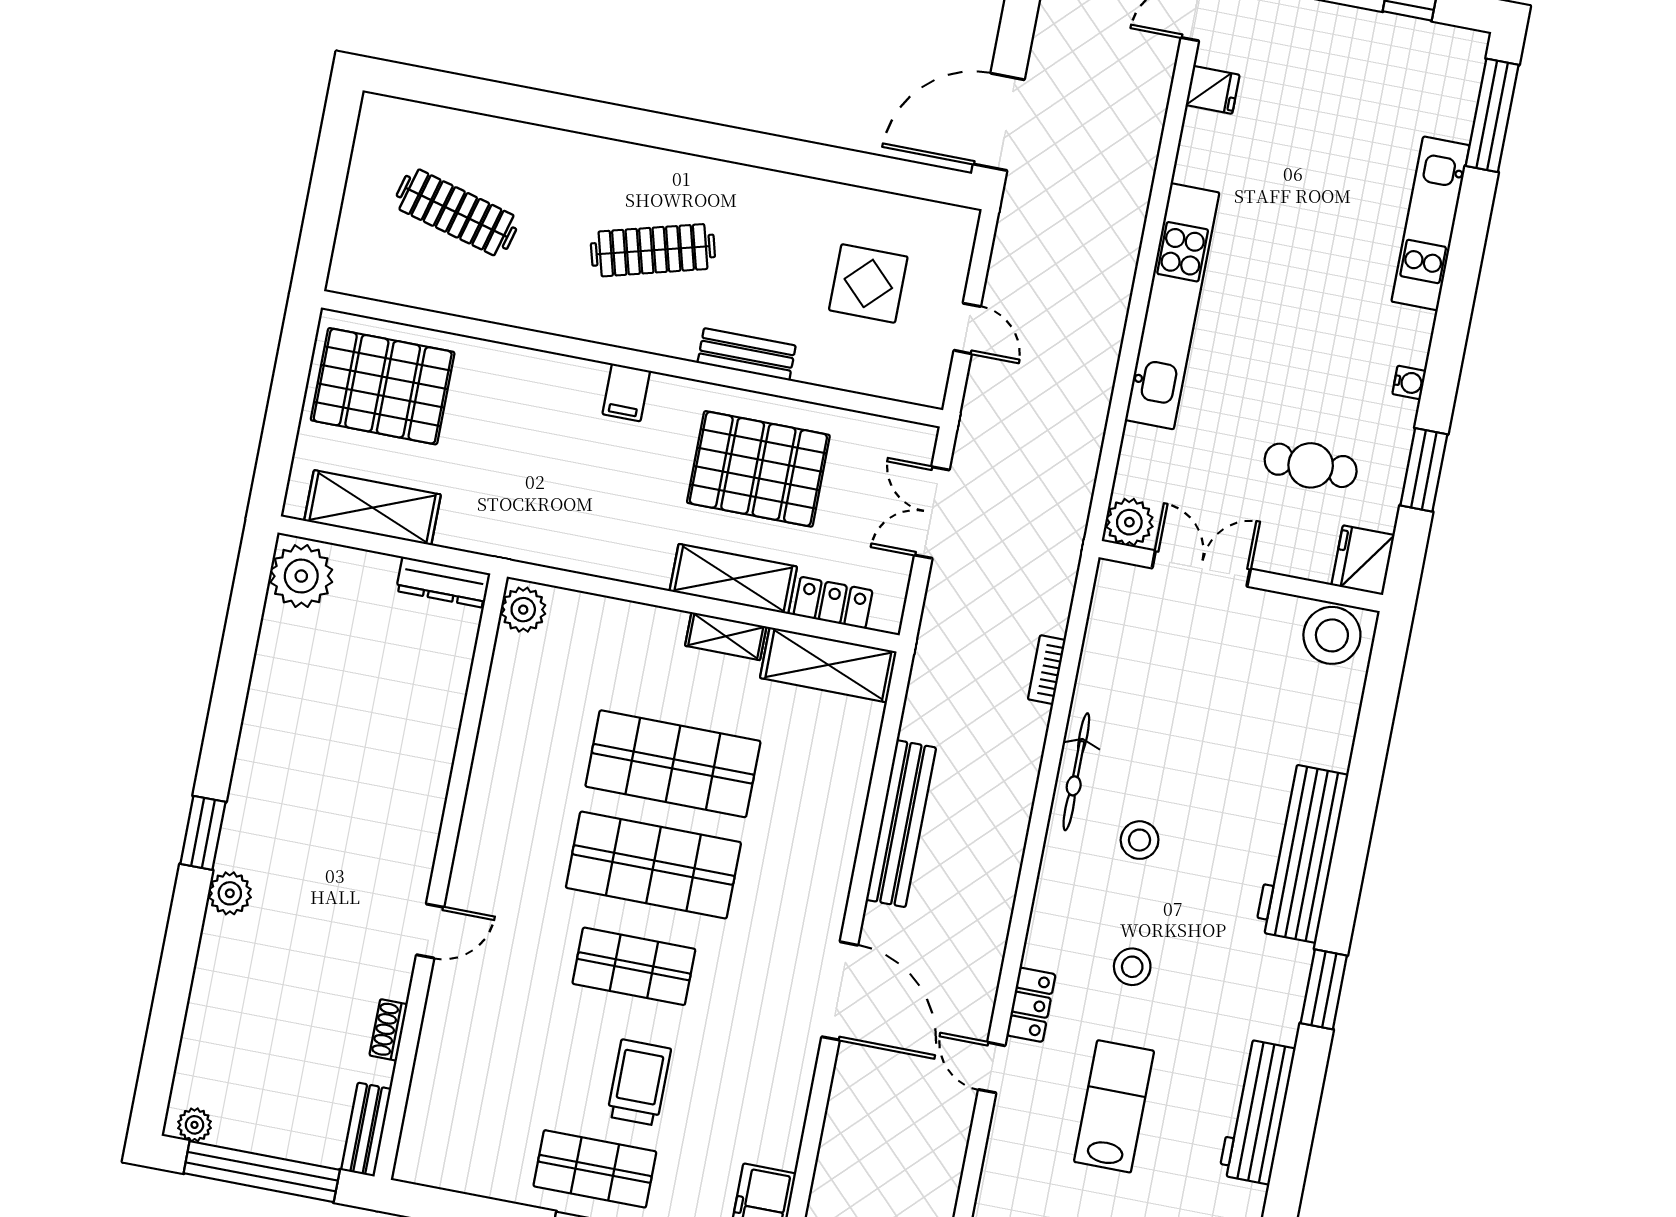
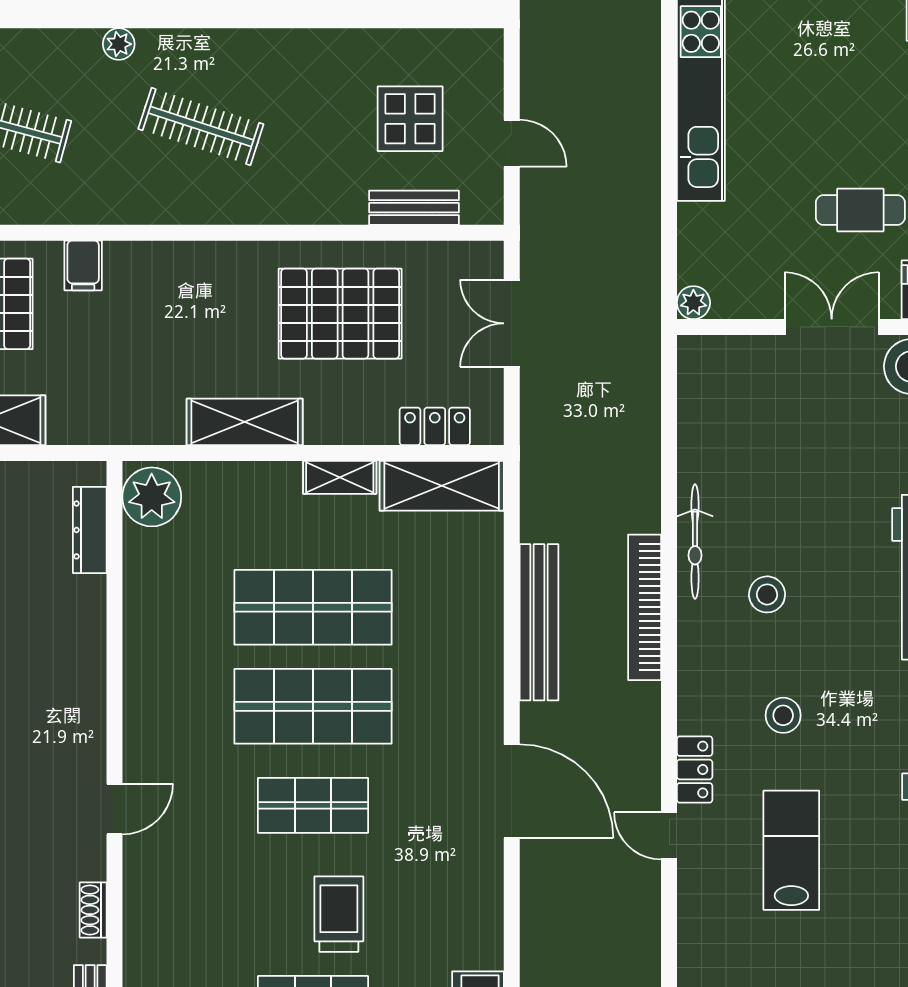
plant: (585, 150) -> (119, 44), added
clothes rail: (653, 250) -> (201, 127), turned 33
bench: (747, 354) -> (414, 208), moved
filing cabinet: (626, 392) -> (83, 265), moved
plant: (1129, 522) -> (693, 303), width x0.73, depth x0.73
double door: (1201, 568) -> (832, 327), moved
shelving: (733, 579) -> (245, 422), moved
dresser: (443, 582) -> (90, 530), moved, turned 90
plant: (523, 610) -> (152, 497), width x1.36, depth x1.36
bookcase: (1047, 670) -> (645, 607), moved, width x2.31, depth x1.31

